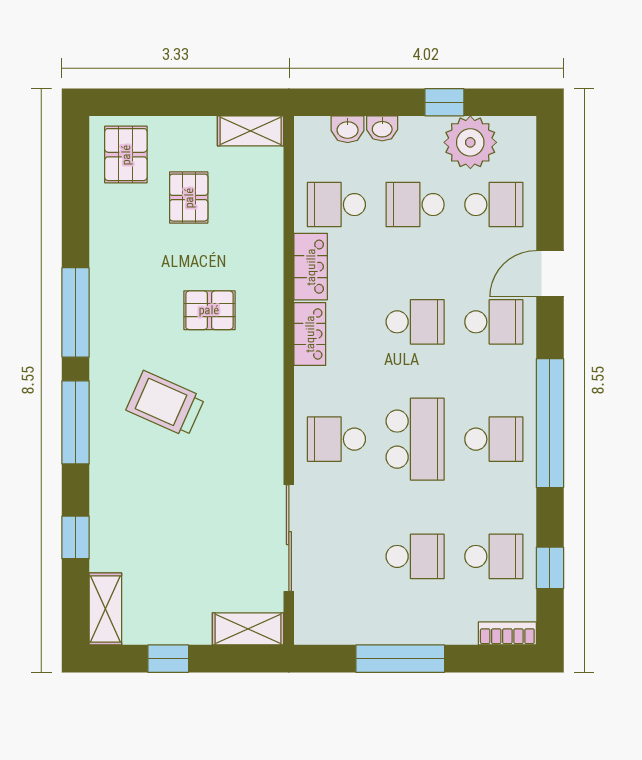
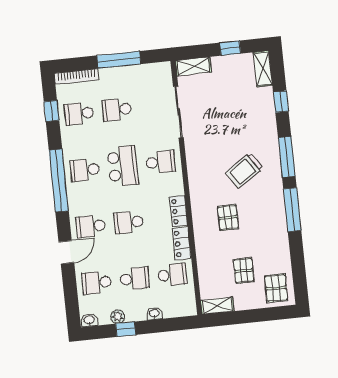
washbasin: (348, 129) -> (89, 320), moved
plant: (470, 142) -> (118, 317), width x0.53, depth x0.53
pallet: (209, 310) -> (228, 217), turned 90
trolley: (165, 404) -> (244, 170), turned 123
school desk: (415, 439) -> (123, 166), turned 180
bookcase: (507, 633) -> (76, 76), width x1.56

